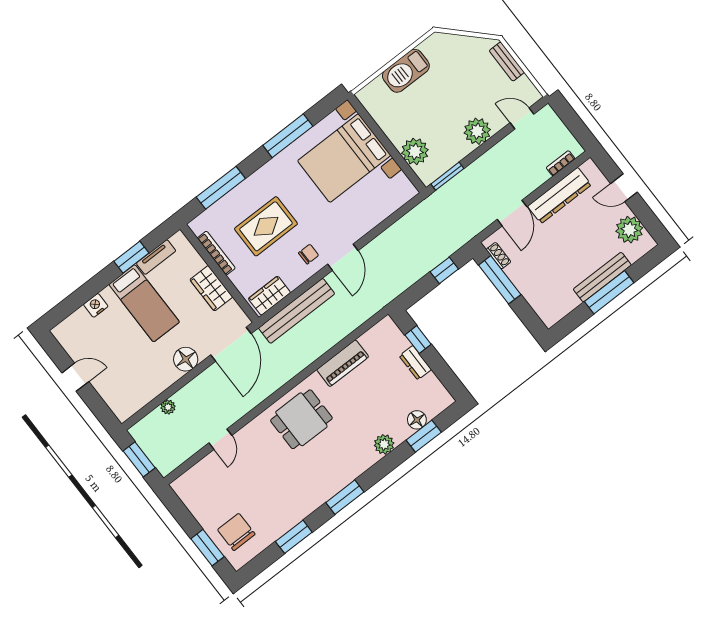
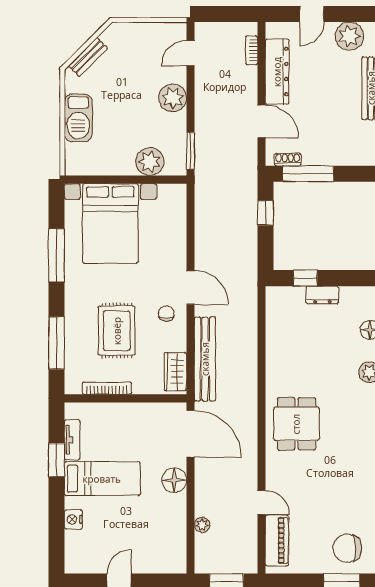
bench: (507, 62) -> (88, 57), moved, turned -45
wardrobe: (211, 288) -> (133, 414), removed
piano: (343, 363) -> (277, 540), moved

